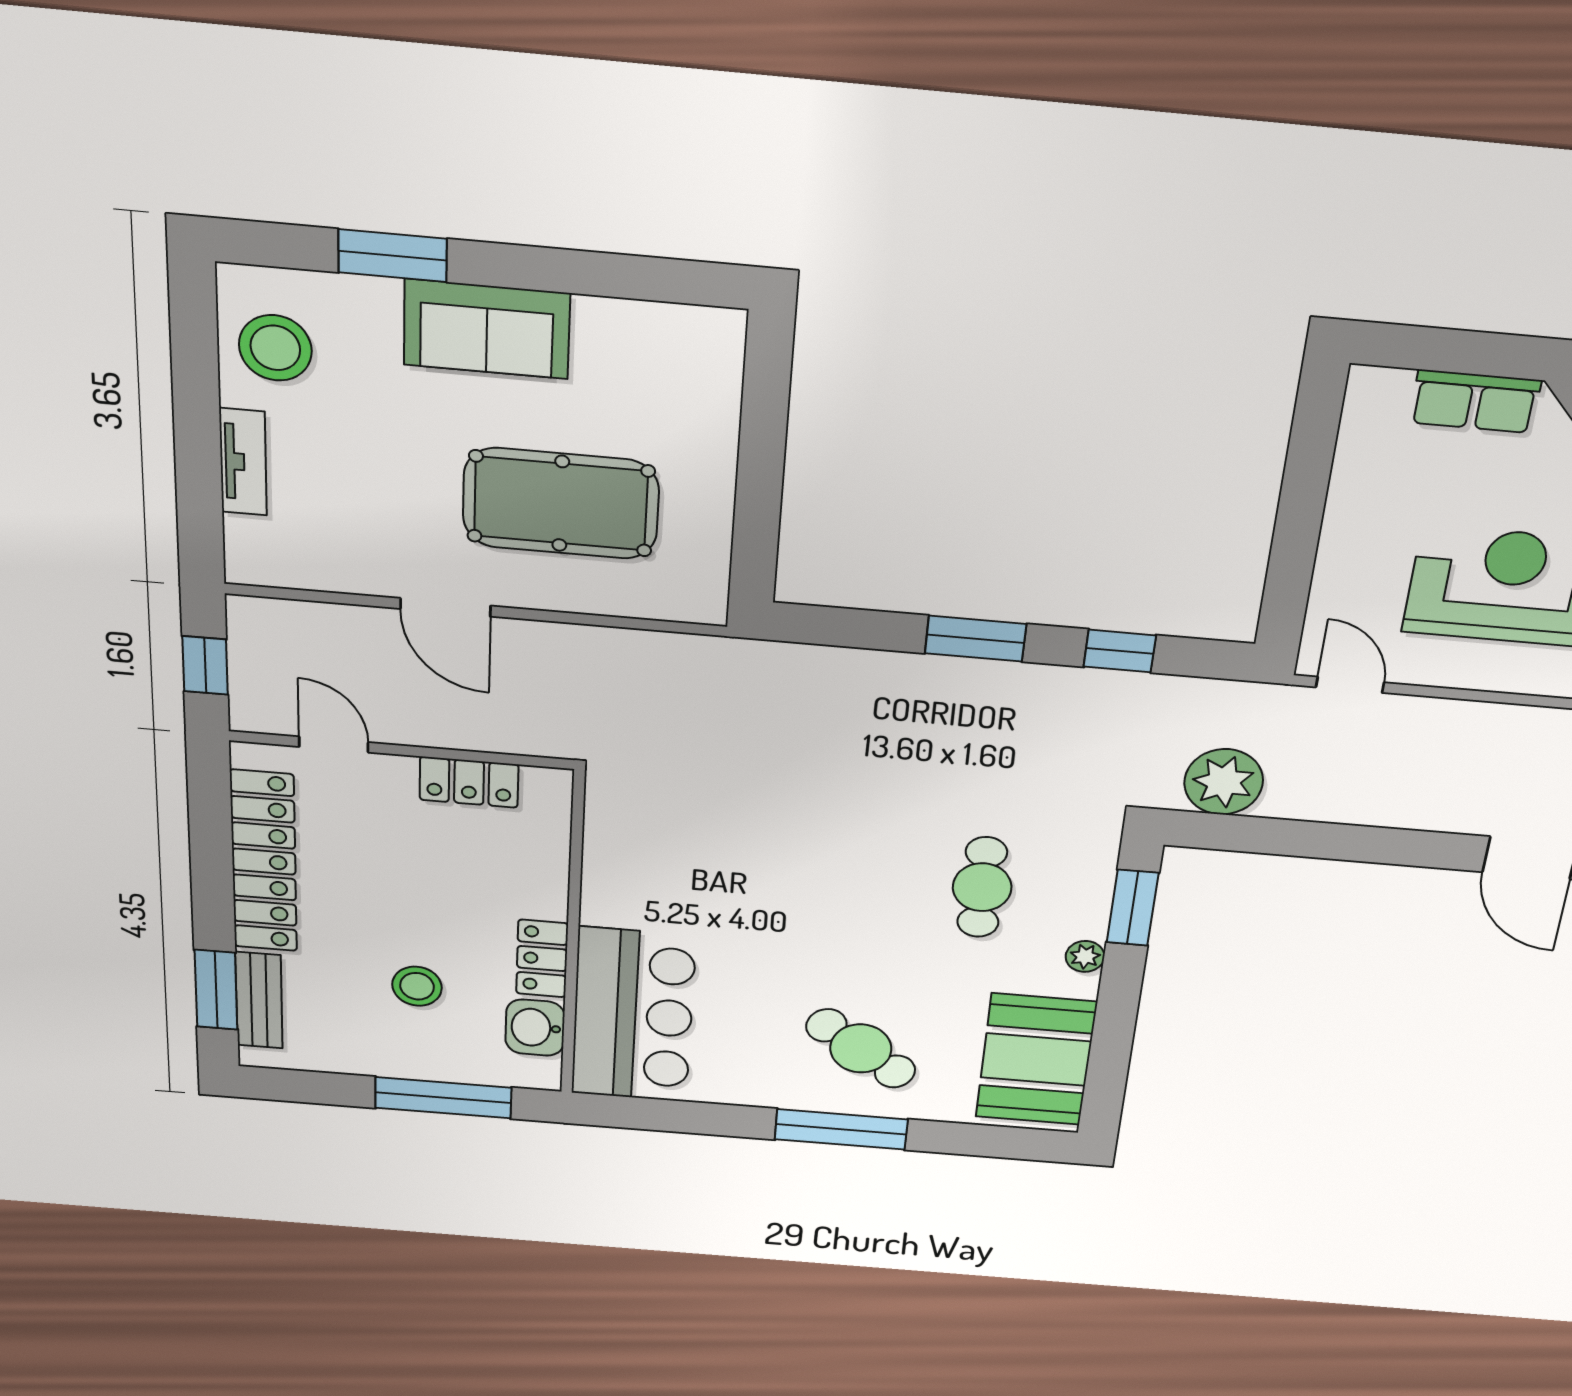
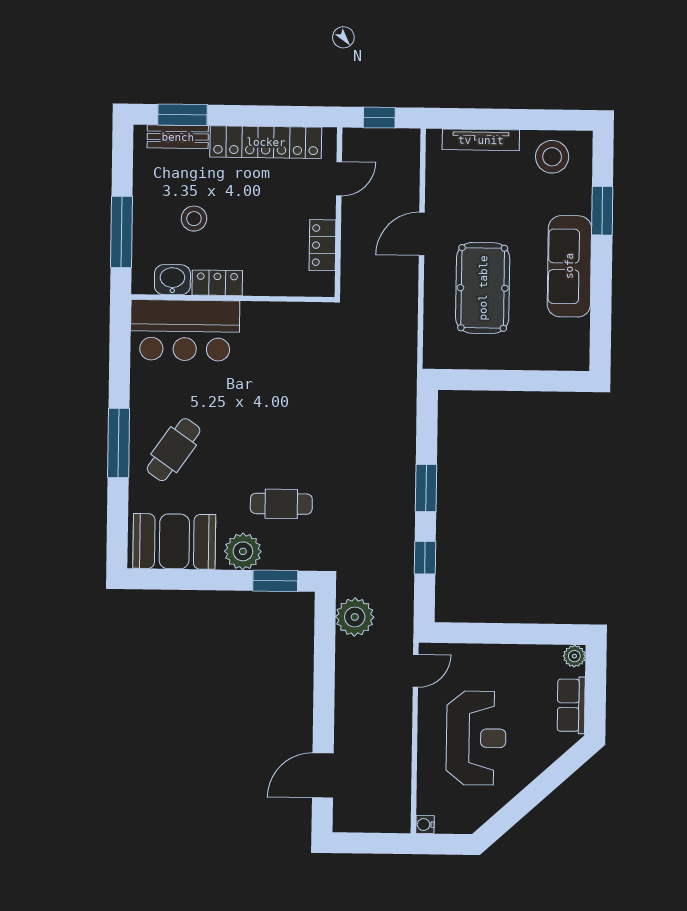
sofa: (487, 329) -> (569, 266), width x1.36
plant: (1370, 387) -> (574, 656), added
tv unit: (243, 462) -> (481, 140), width x1.41
plant: (1085, 956) -> (243, 551), width x1.87, depth x1.87

